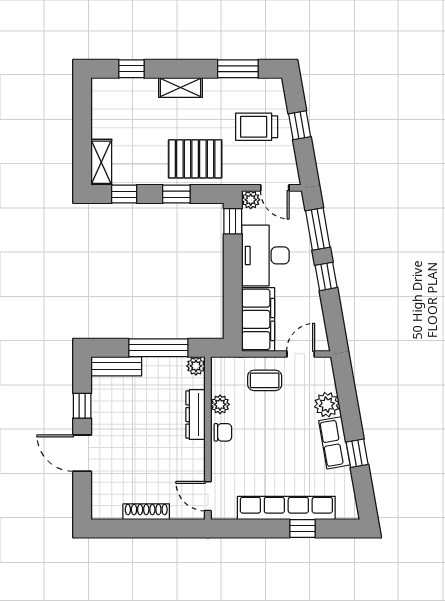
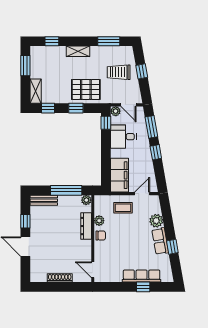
window: (82, 115) -> (25, 66), added
desk: (265, 255) -> (123, 137), width x0.73
row of seats: (286, 508) -> (142, 276), width x0.73

